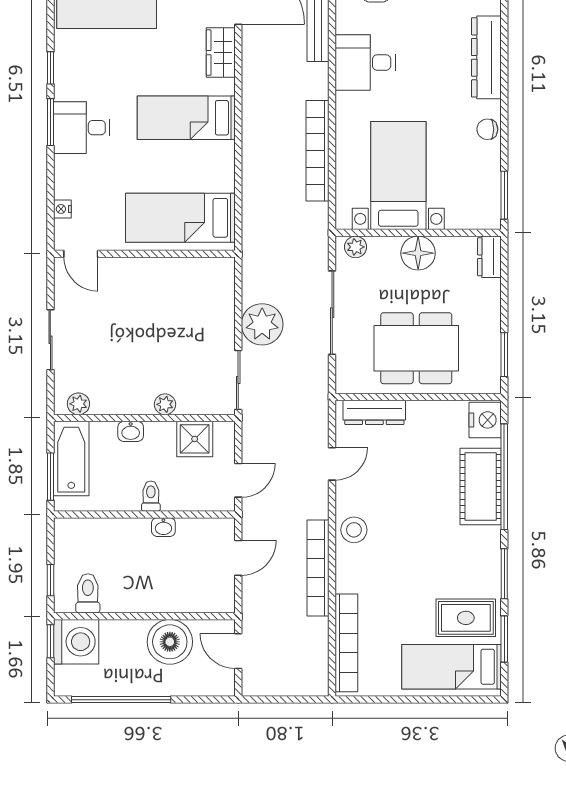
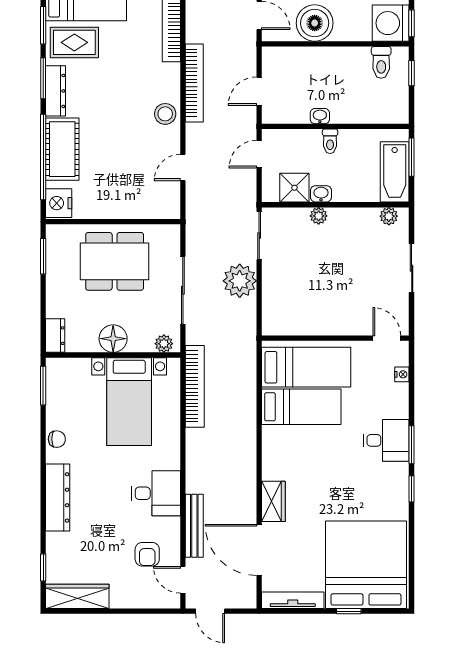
bed: (186, 118) -> (301, 407), moved
bookcase: (318, 151) -> (195, 386), moved
dresser: (374, 412) -> (56, 91), moved, turned 90
washbasin: (131, 431) -> (321, 194), moved

